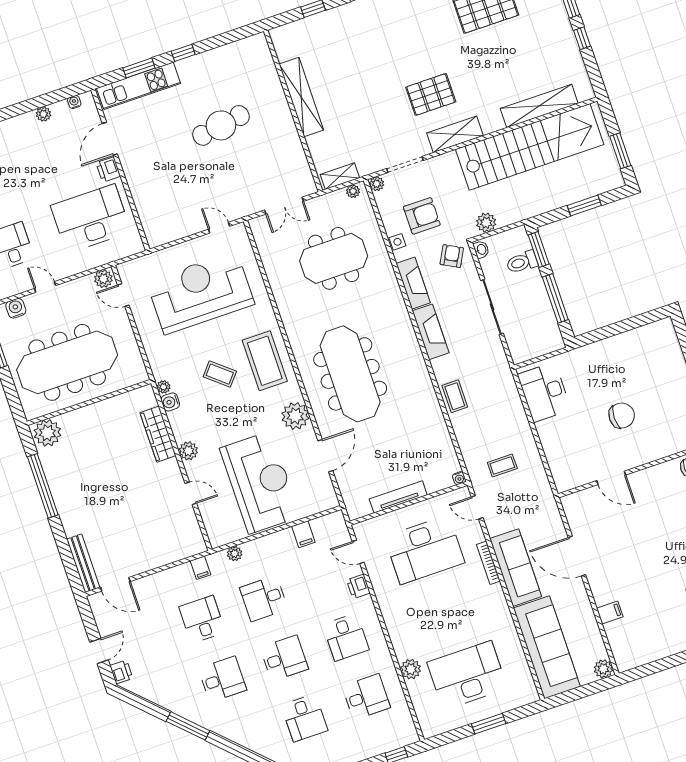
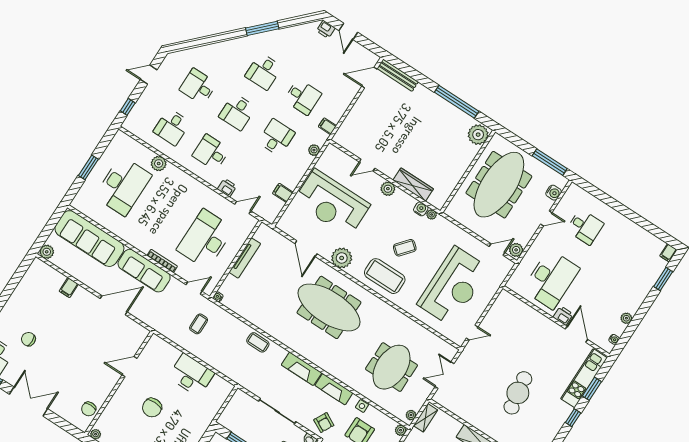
desk: (544, 392) -> (191, 375), moved

